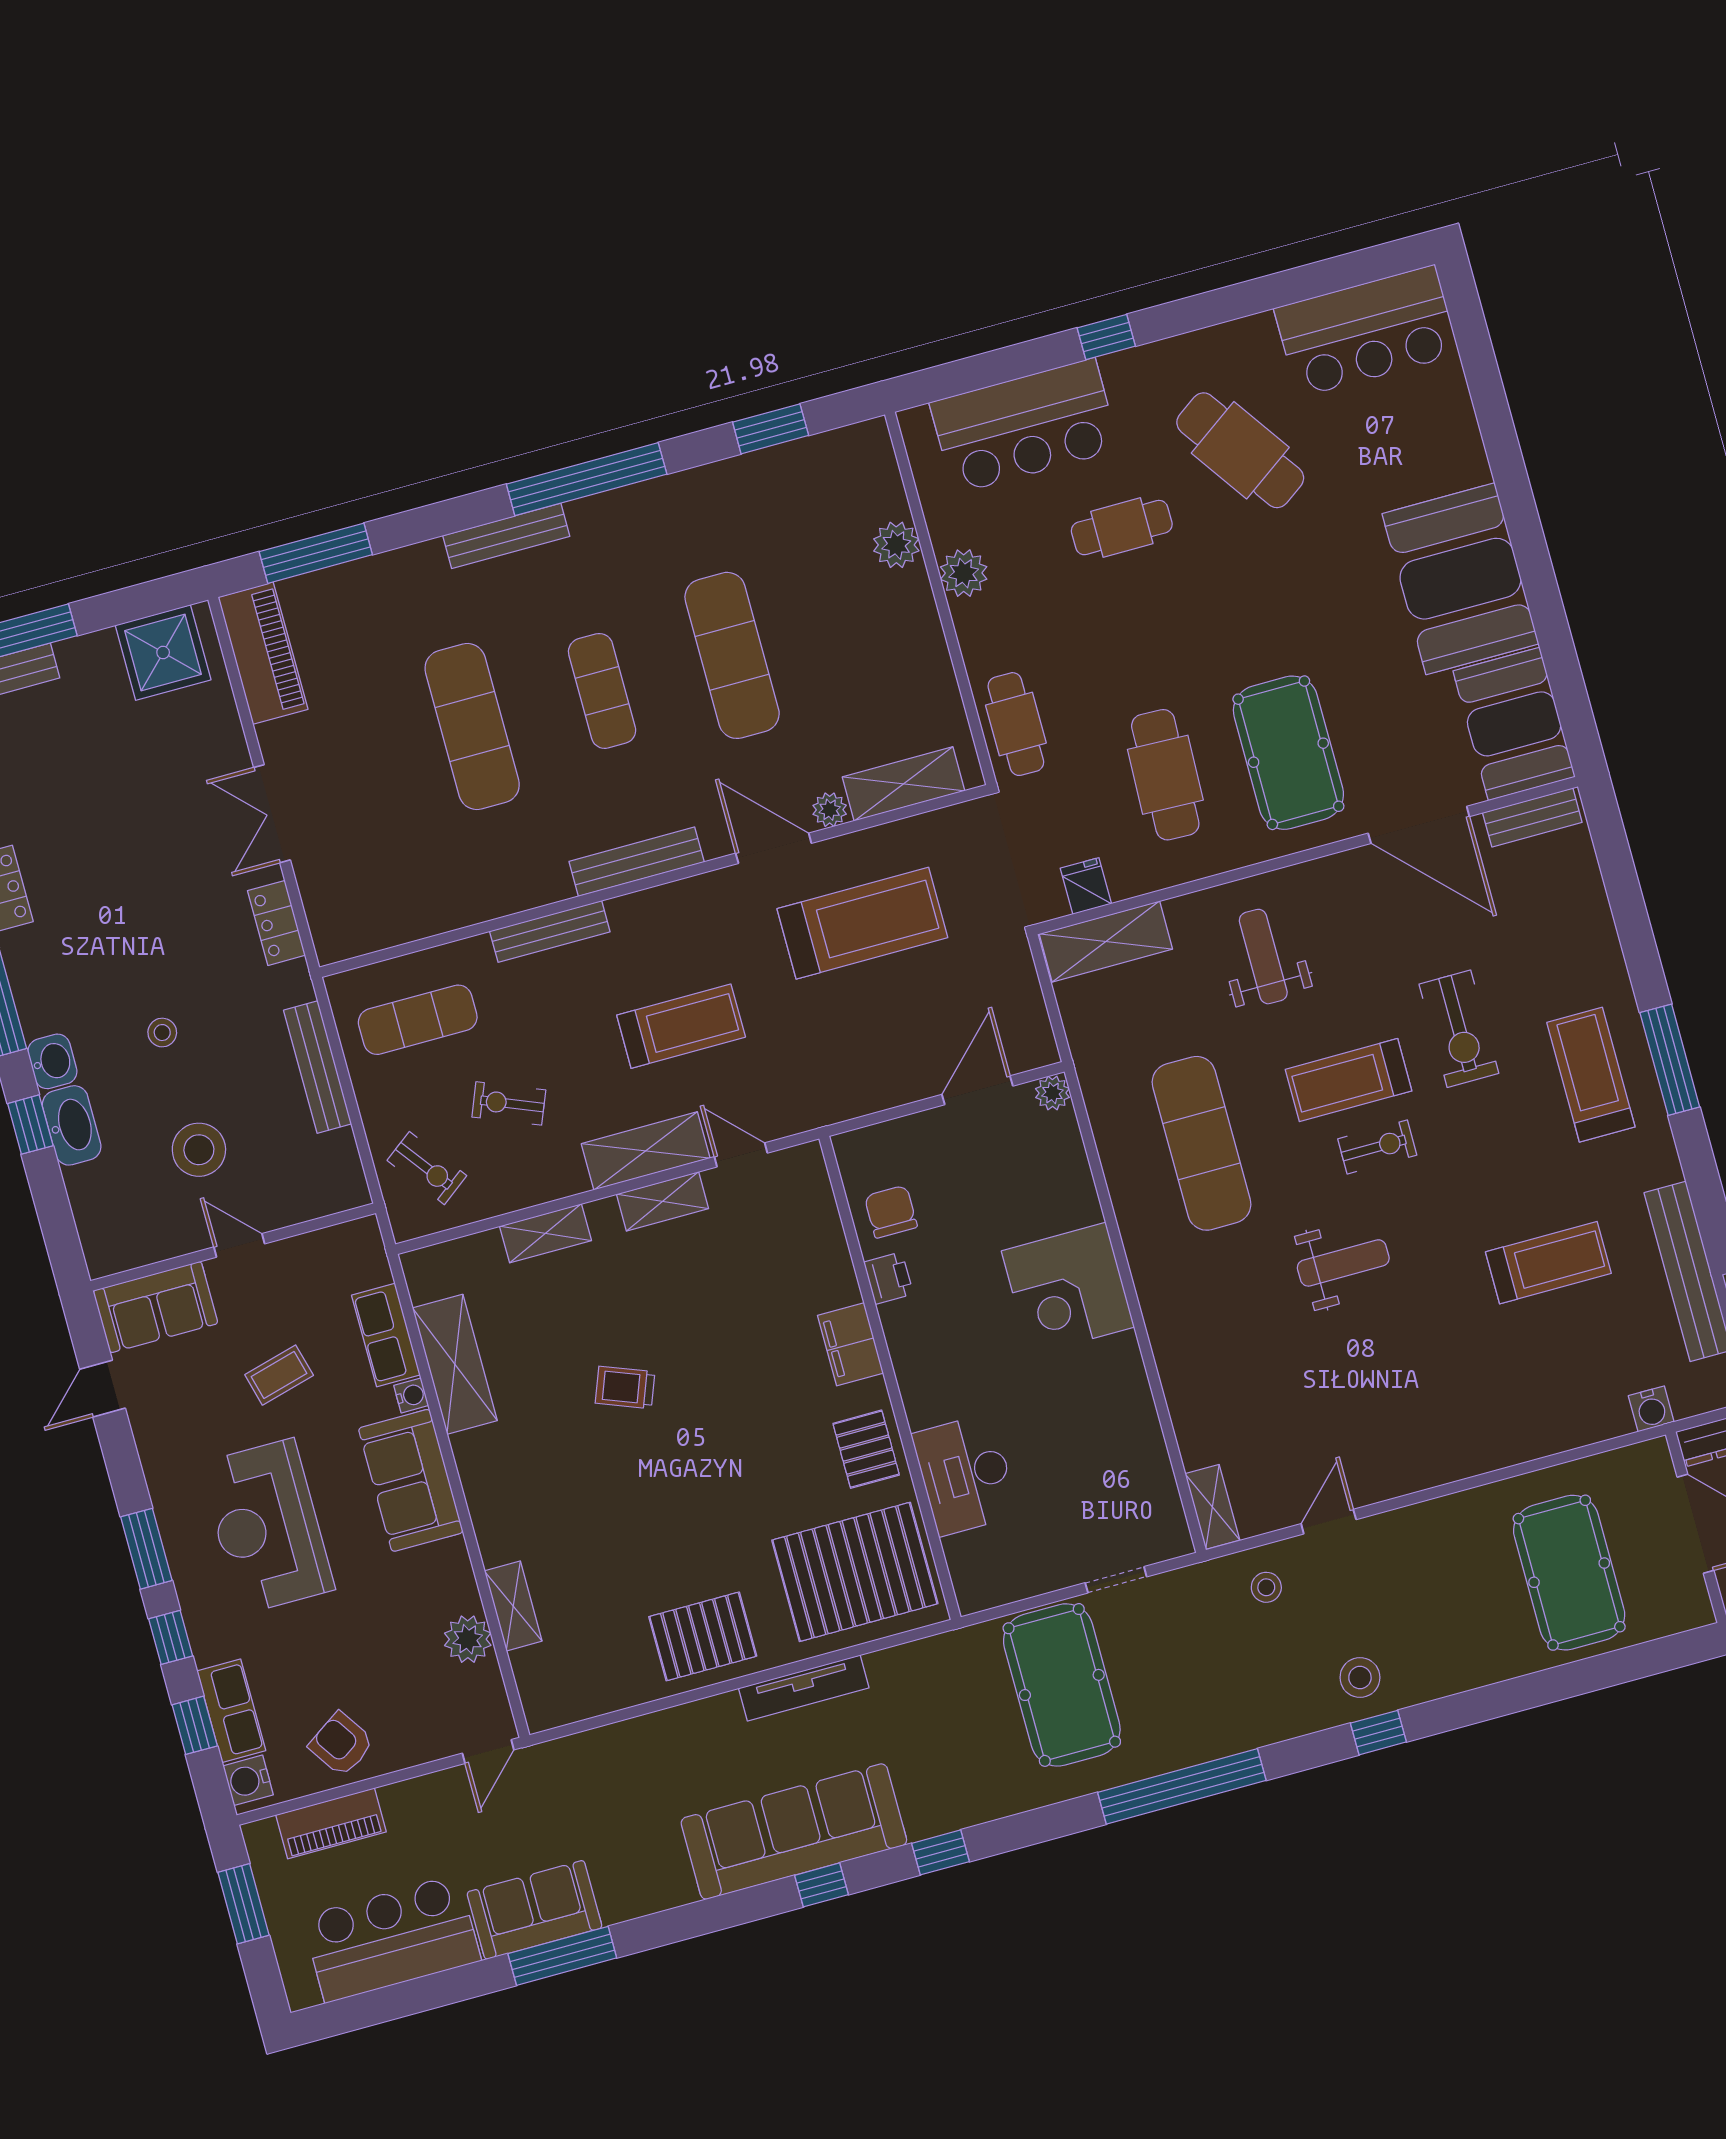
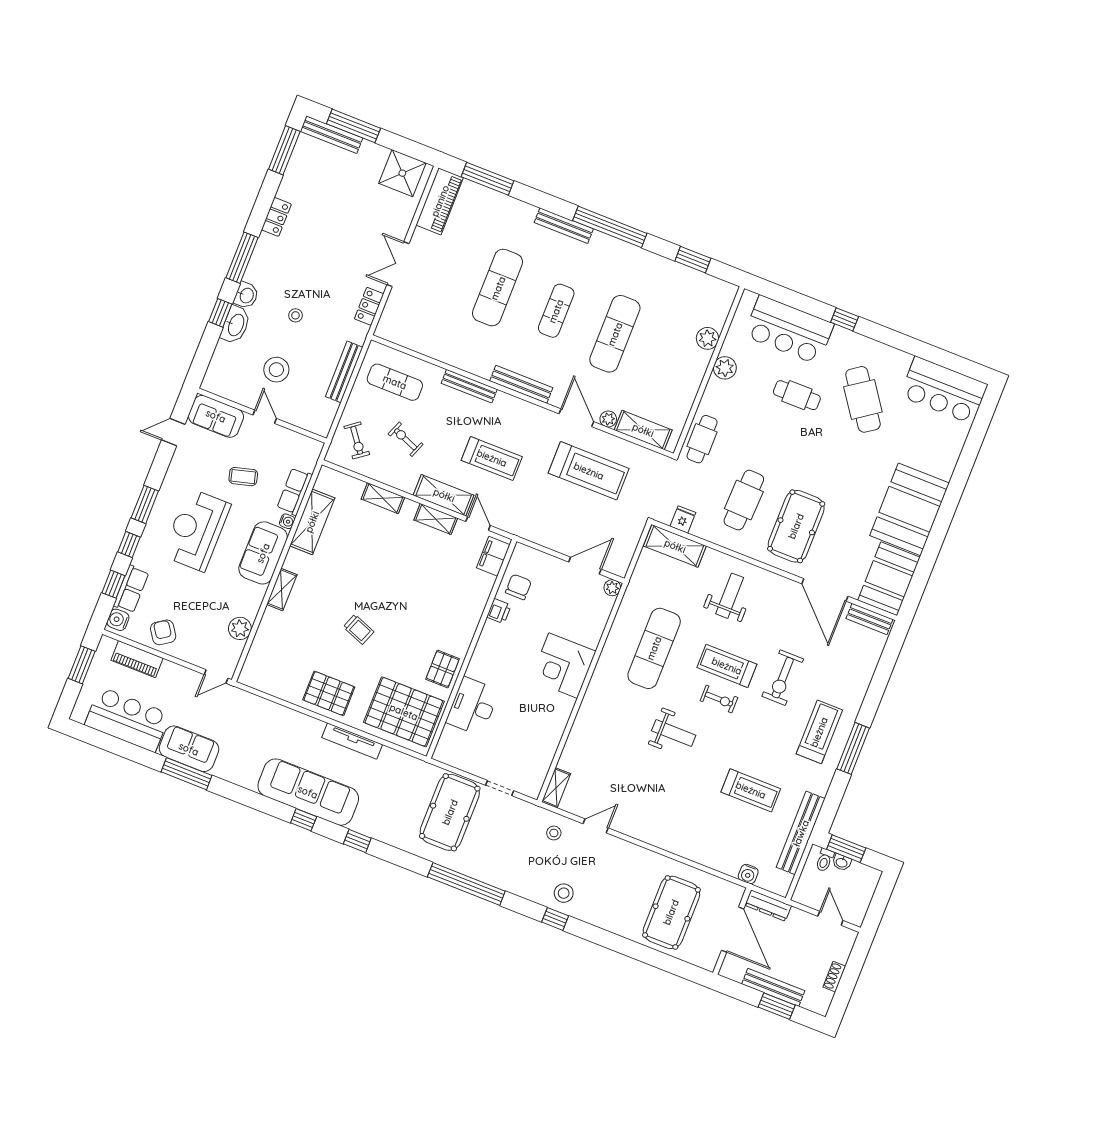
filing cabinet: (850, 1344) -> (493, 556), moved
trolley: (625, 1387) -> (359, 629), moved, turned 180
shelving: (513, 1606) -> (282, 590), moved

